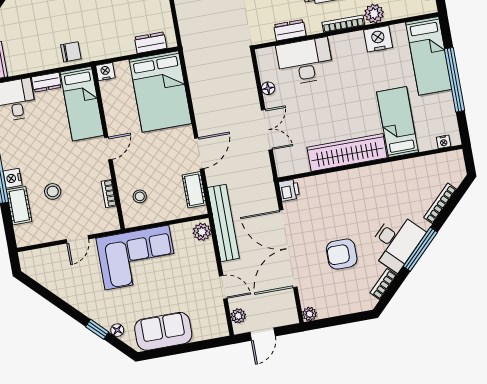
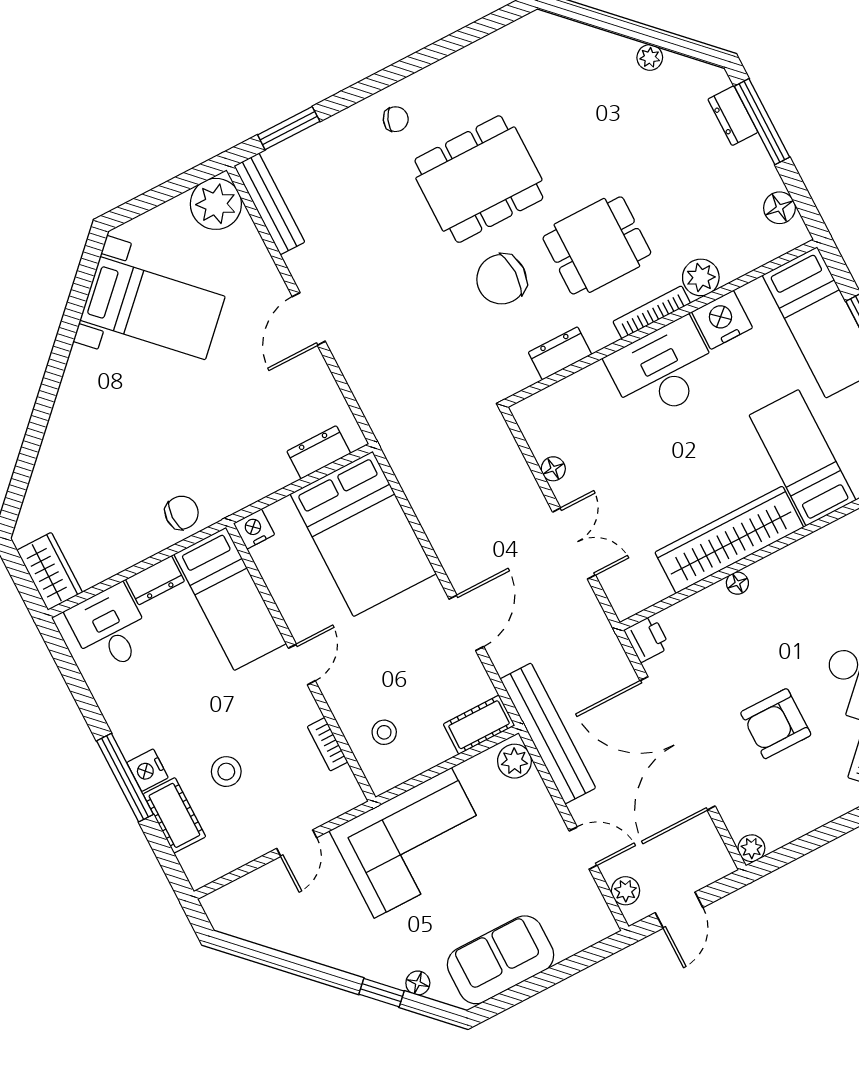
desk: (305, 61) -> (663, 370), moved
floor lamp: (344, 176) -> (737, 583), added
cot: (194, 190) -> (479, 725), moved, turned 90

